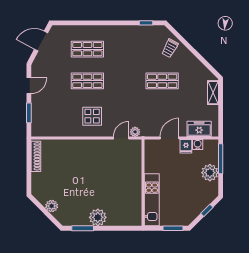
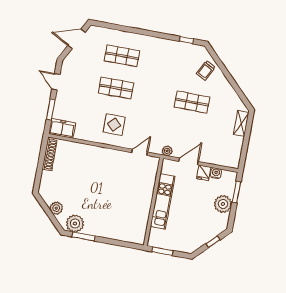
door: (29, 86) -> (56, 82), swing flipped
freezer: (199, 129) -> (62, 128), moved
plant: (135, 132) -> (167, 151), moved
window: (221, 159) -> (237, 192), width x0.69
kitchen unit: (152, 200) -> (163, 201), moved
plant: (98, 217) -> (75, 223), moved
window: (173, 228) -> (162, 251), moved

